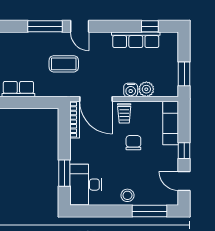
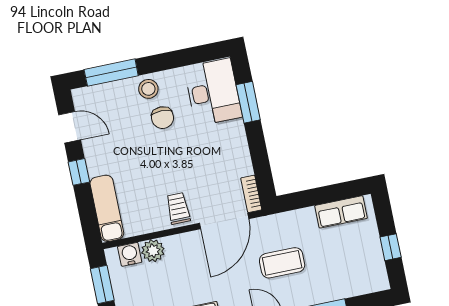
water cooler: (131, 90) -> (130, 254), moved
door: (96, 99) -> (224, 221), swing flipped
bookcase: (75, 120) -> (251, 194), width x0.64
chair: (133, 143) -> (163, 118), moved

